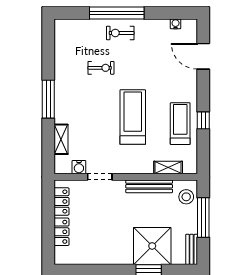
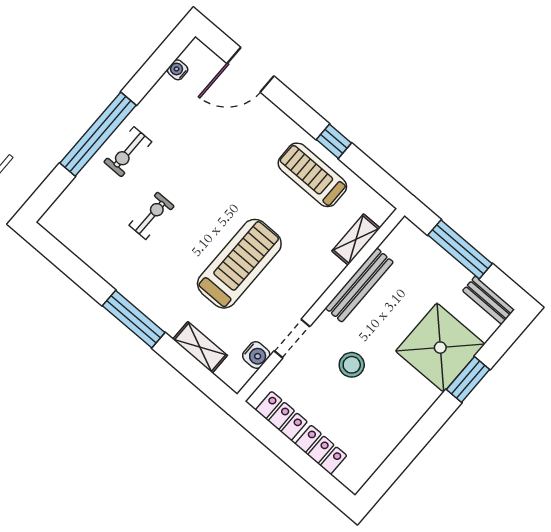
treadmill: (133, 117) -> (239, 264), moved, turned 90
stool: (186, 197) -> (352, 365), moved

